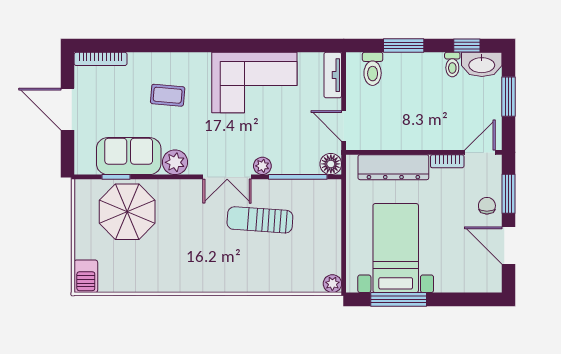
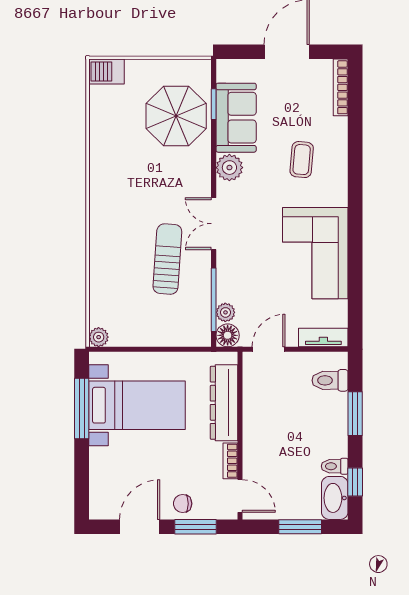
plant: (262, 166) -> (225, 312), moved
chair: (487, 206) -> (183, 504), turned 180

